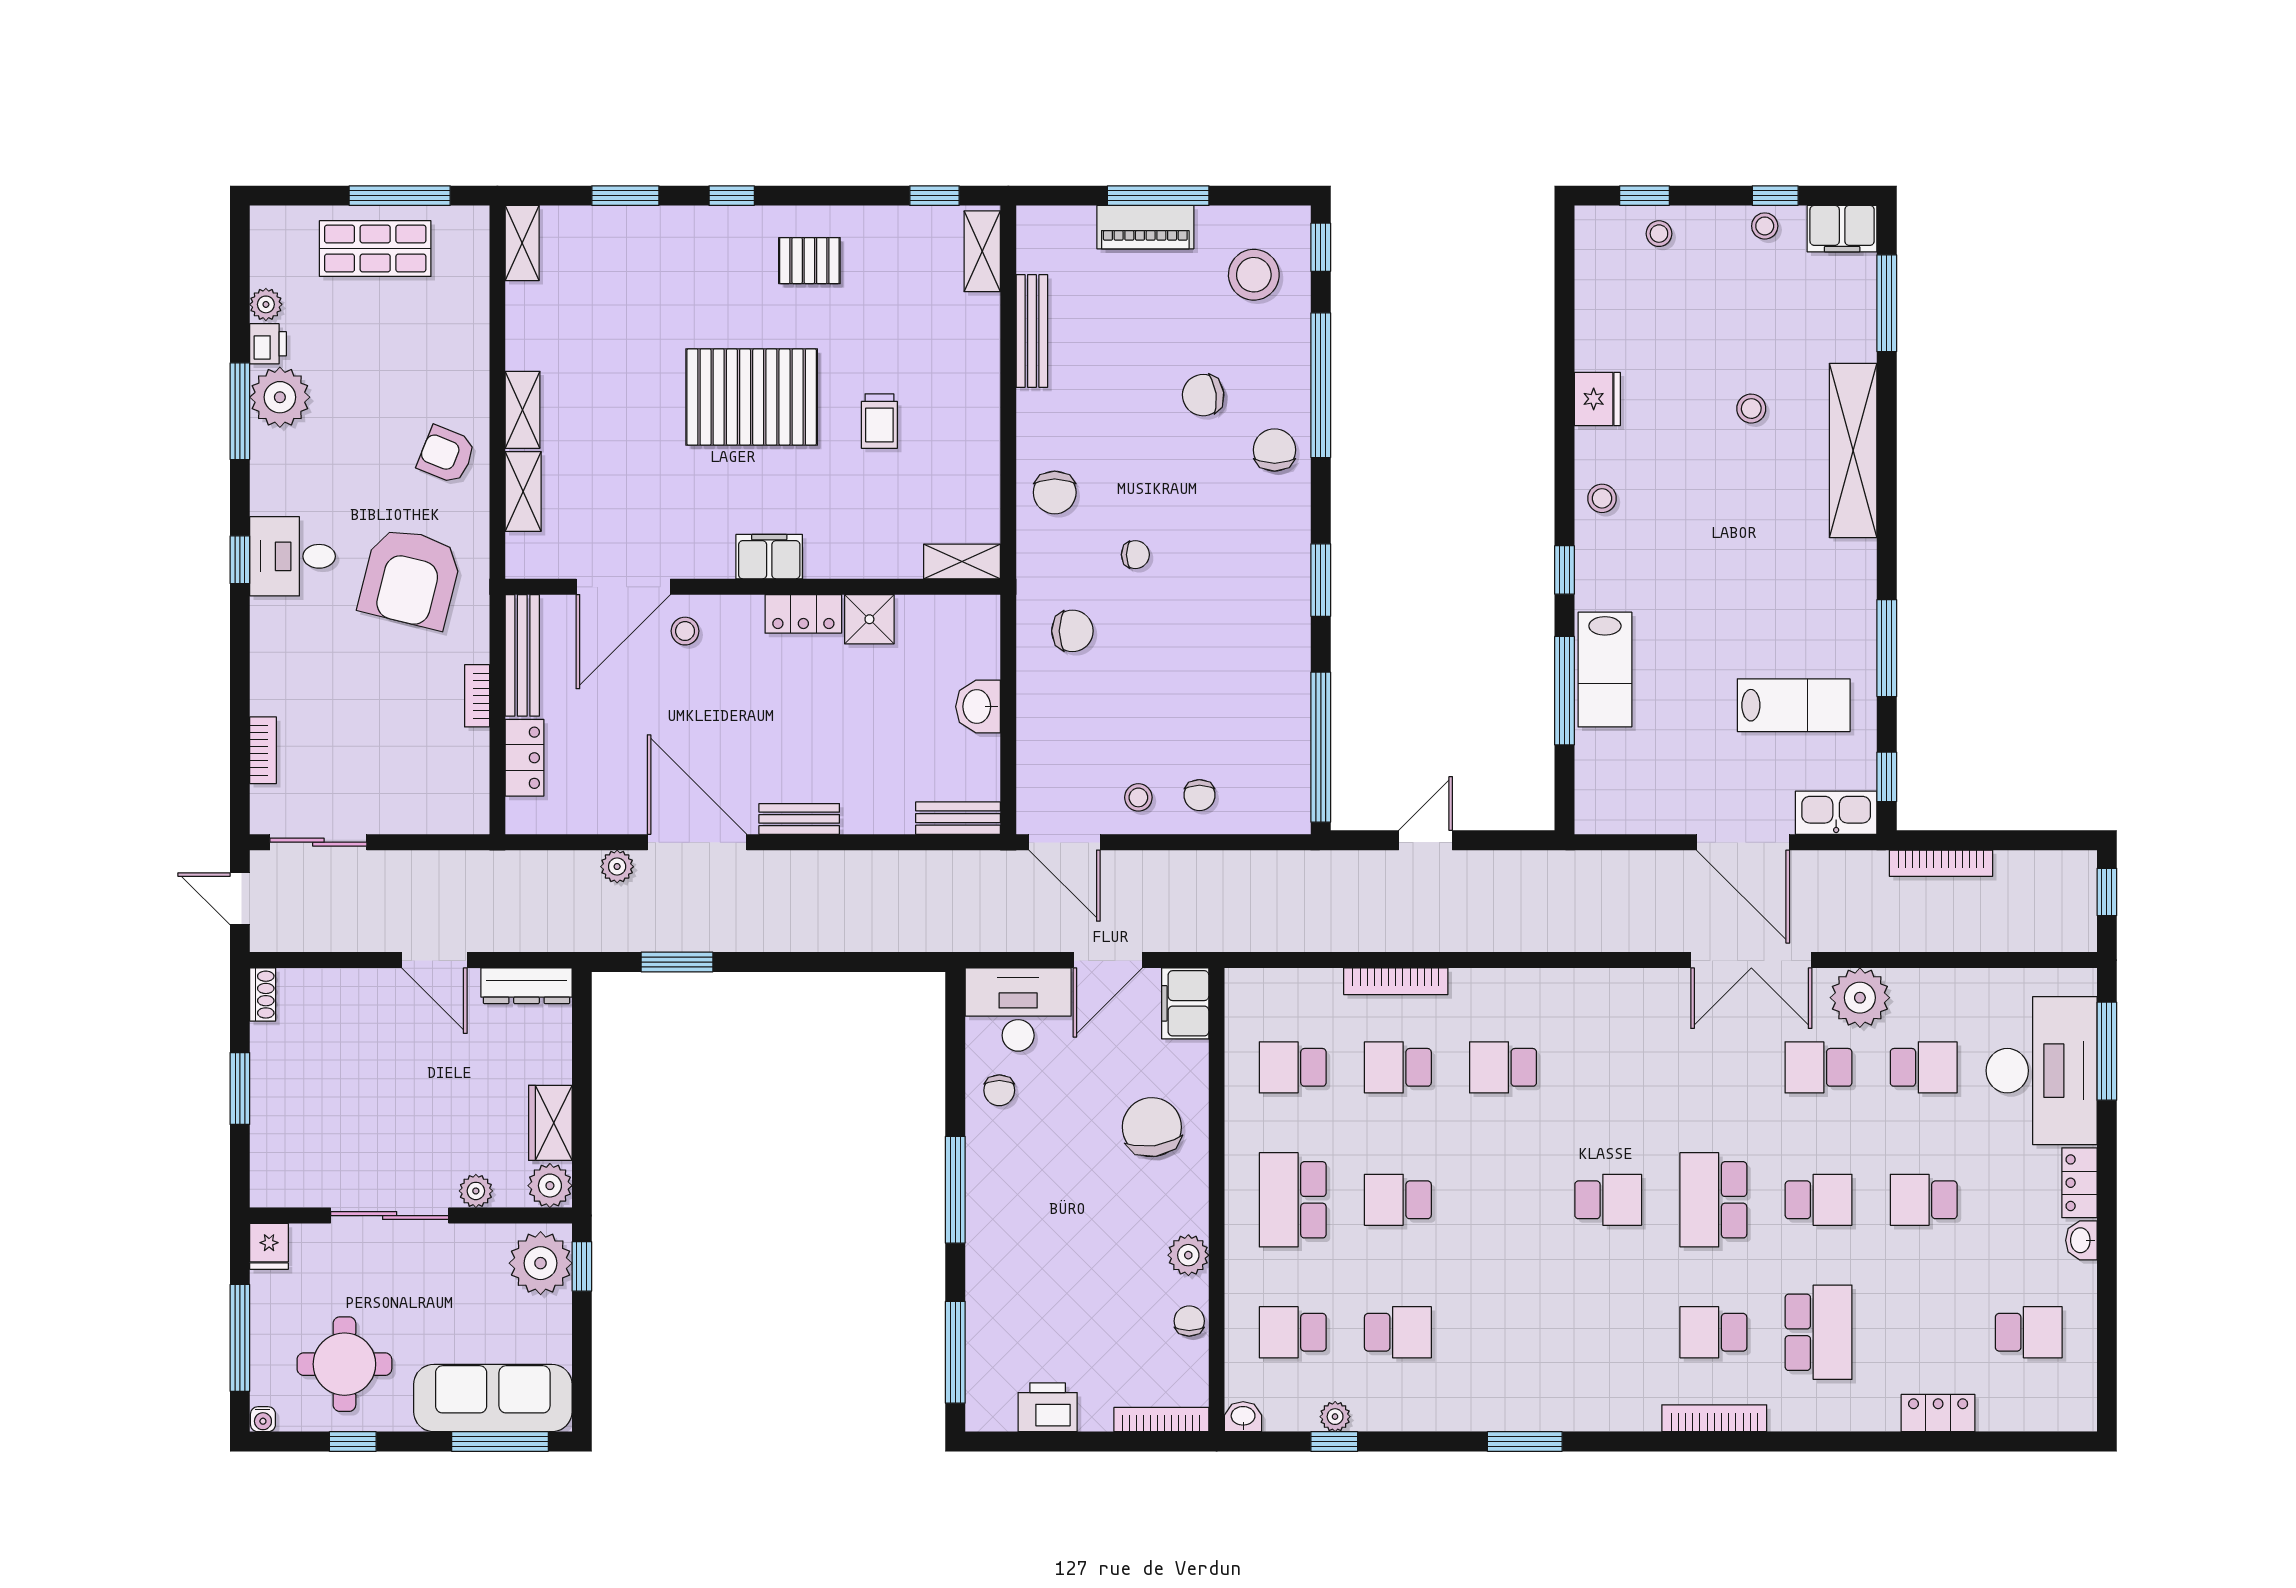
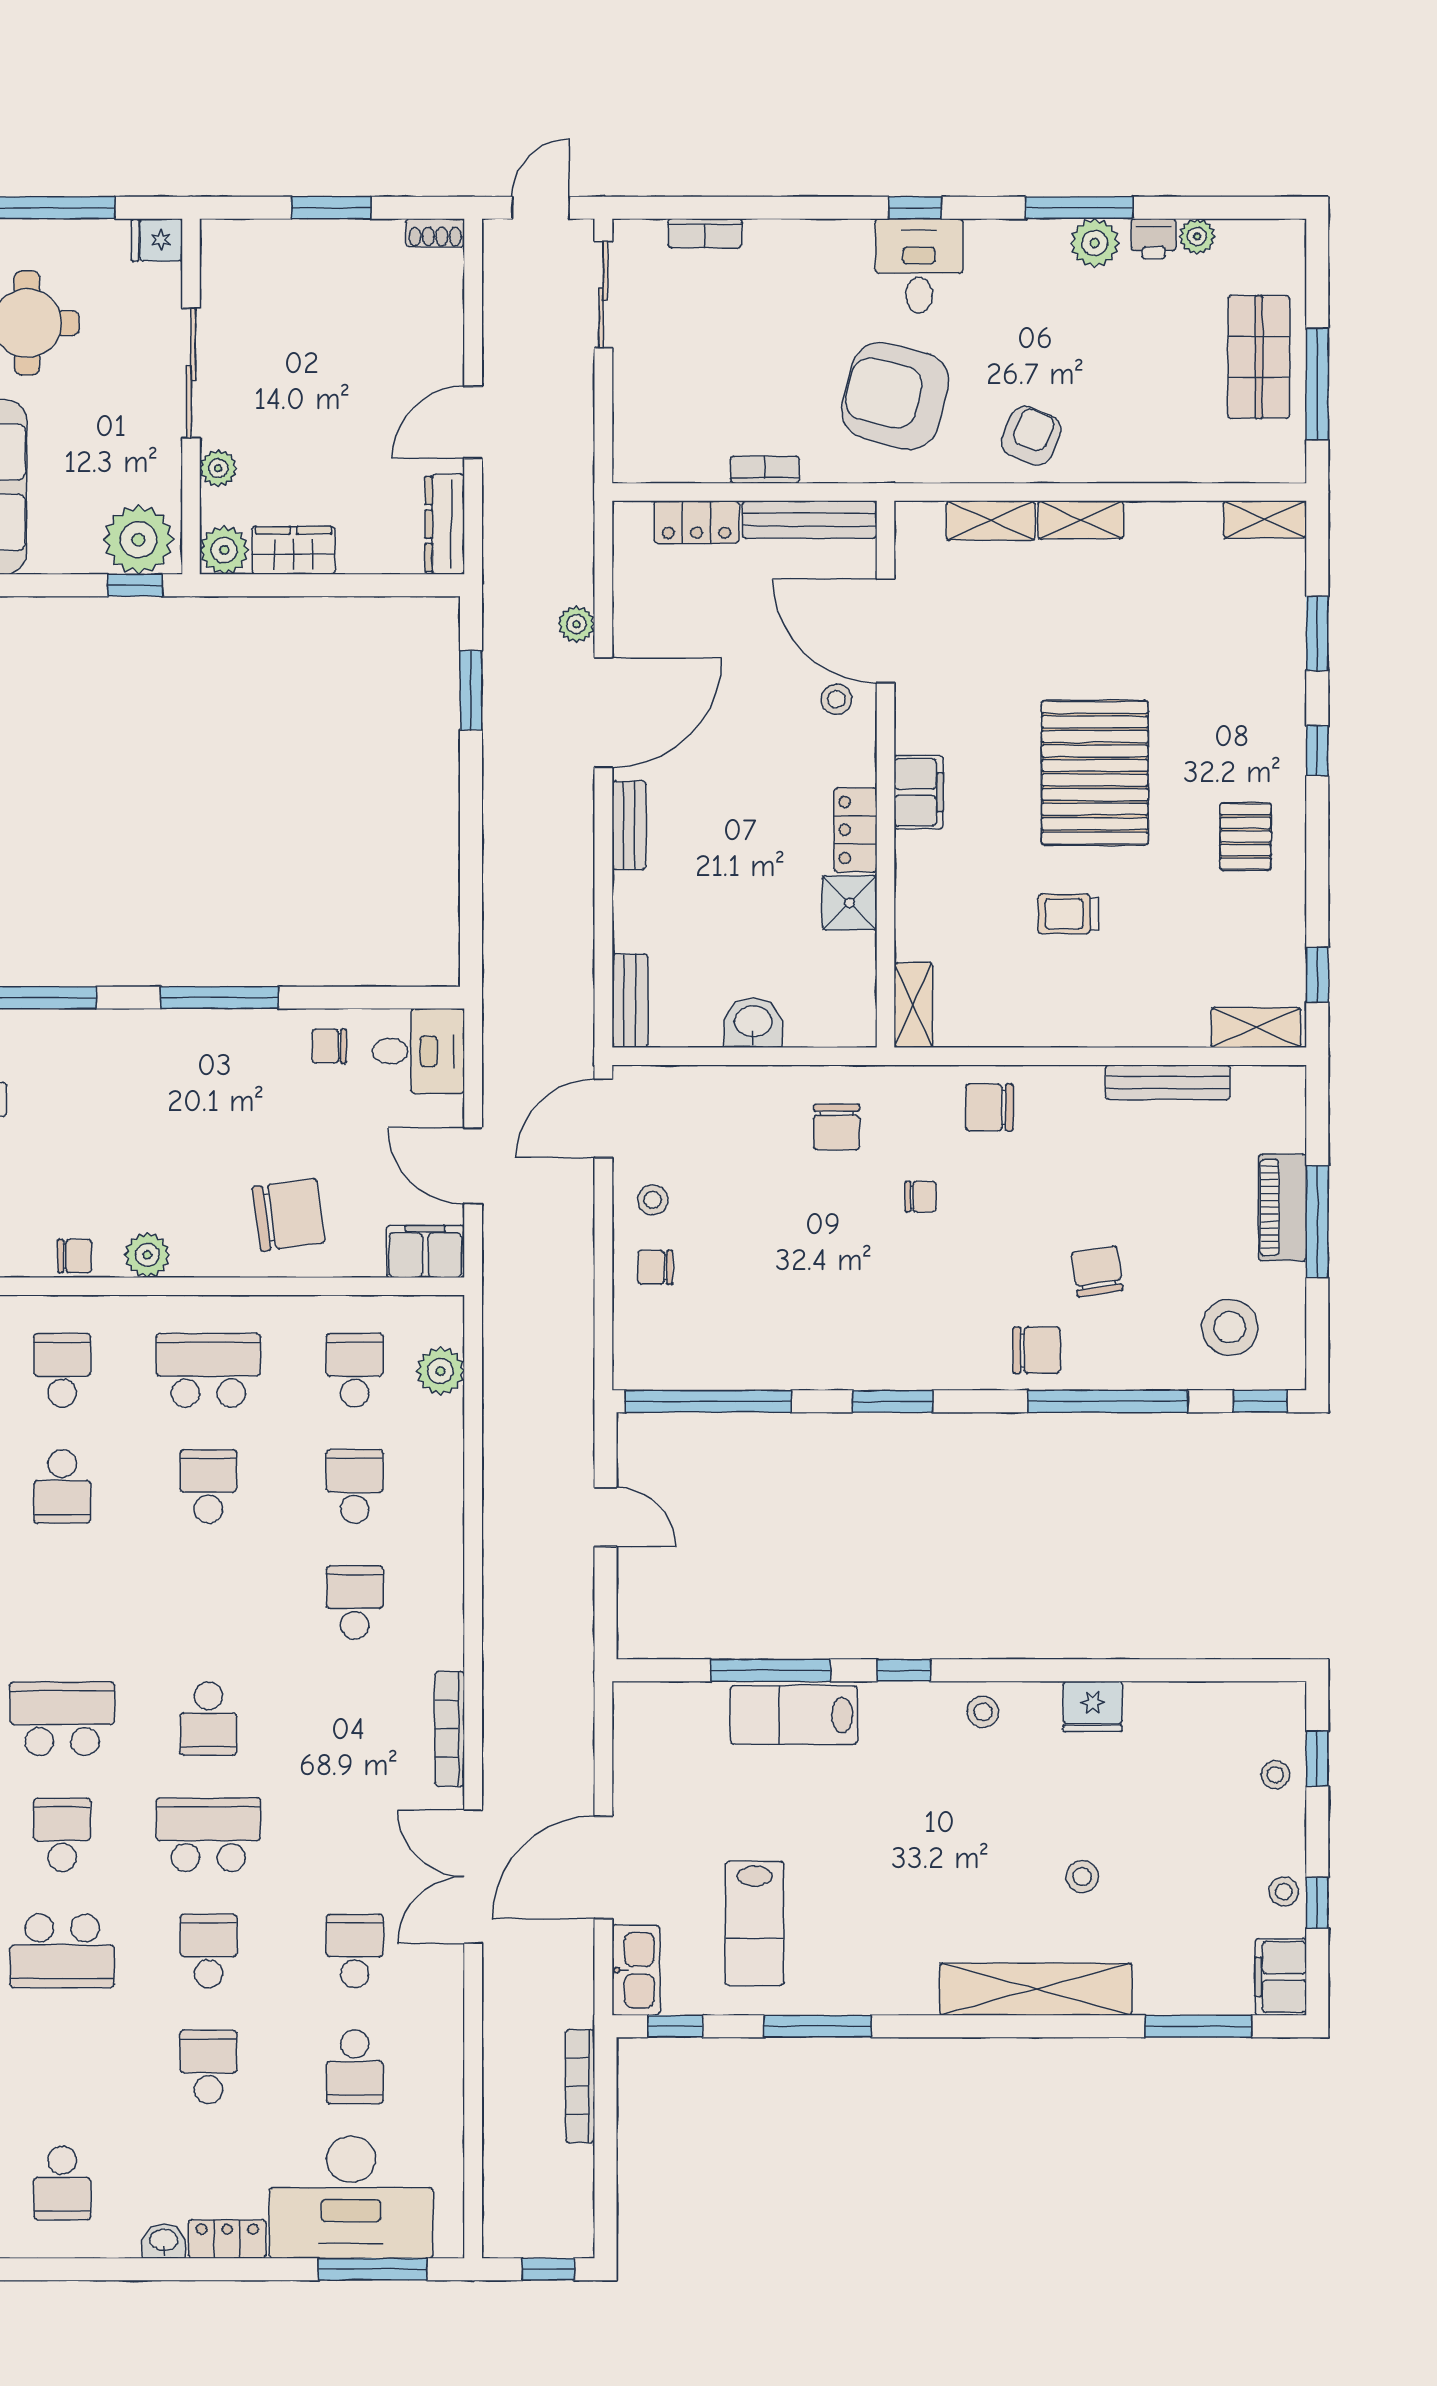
plant: (280, 397) -> (1095, 243), width x0.73, depth x0.73
chair: (1135, 555) -> (921, 1196), turned -90
bookcase: (1396, 981) -> (450, 1729), moved
plant: (1860, 998) -> (440, 1371), moved, width x0.73, depth x0.73
desk: (1018, 1010) -> (418, 1051), width x0.73
school desk: (1819, 1200) -> (208, 1951), turned 180
school desk: (1608, 1332) -> (62, 1719), added

